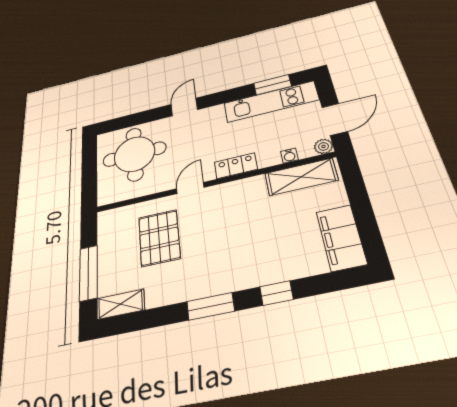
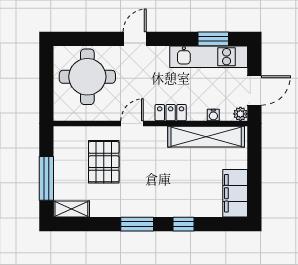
shelving: (301, 177) -> (206, 137), width x1.47

